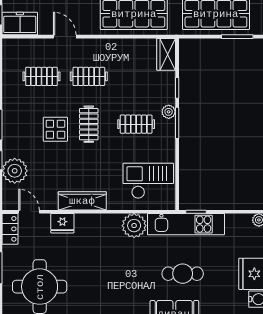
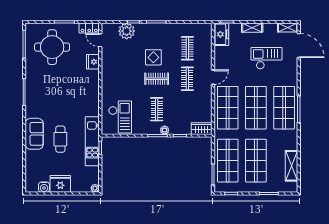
door: (65, 37) -> (213, 77), moved
wardrobe: (82, 201) -> (107, 75), removed
door: (29, 212) -> (100, 40), swing flipped
plant: (134, 226) -> (91, 108), removed

